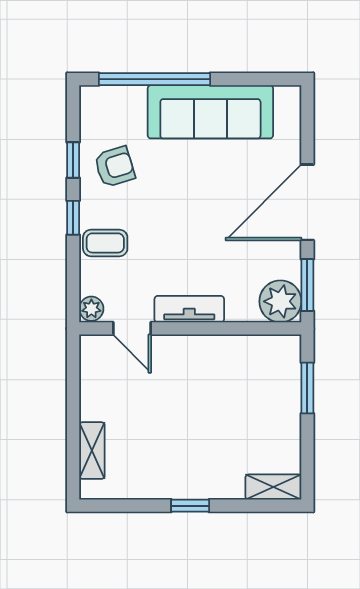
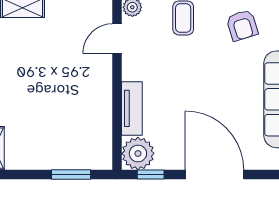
window: (307, 285) -> (151, 174), width x0.67
tv unit: (189, 309) -> (132, 108), moved

